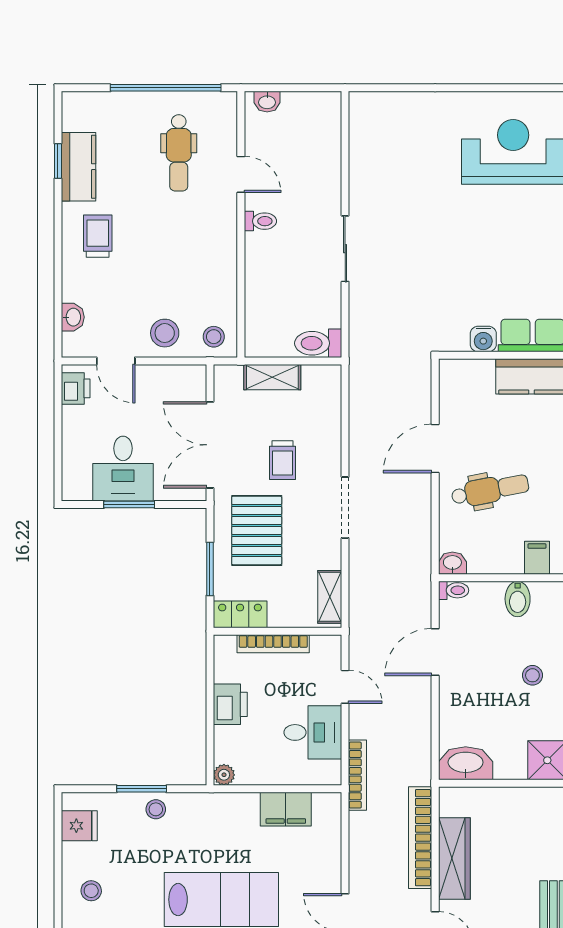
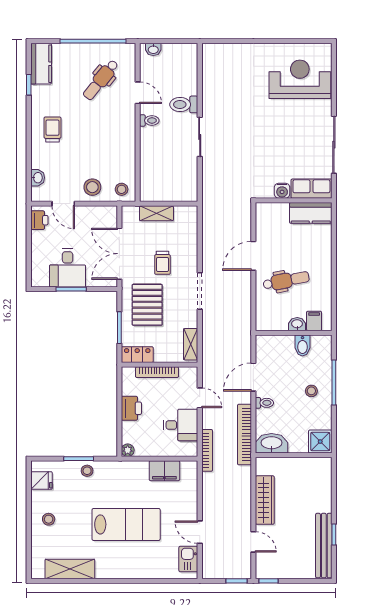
dental chair: (179, 153) -> (101, 80), turned 39
kitchen counter: (79, 167) -> (41, 64), moved
toilet: (318, 343) -> (184, 104), moved
washbasin: (452, 563) -> (297, 324), moved
toilet: (454, 590) -> (264, 403), moved
bookcase: (420, 838) -> (244, 435), moved

